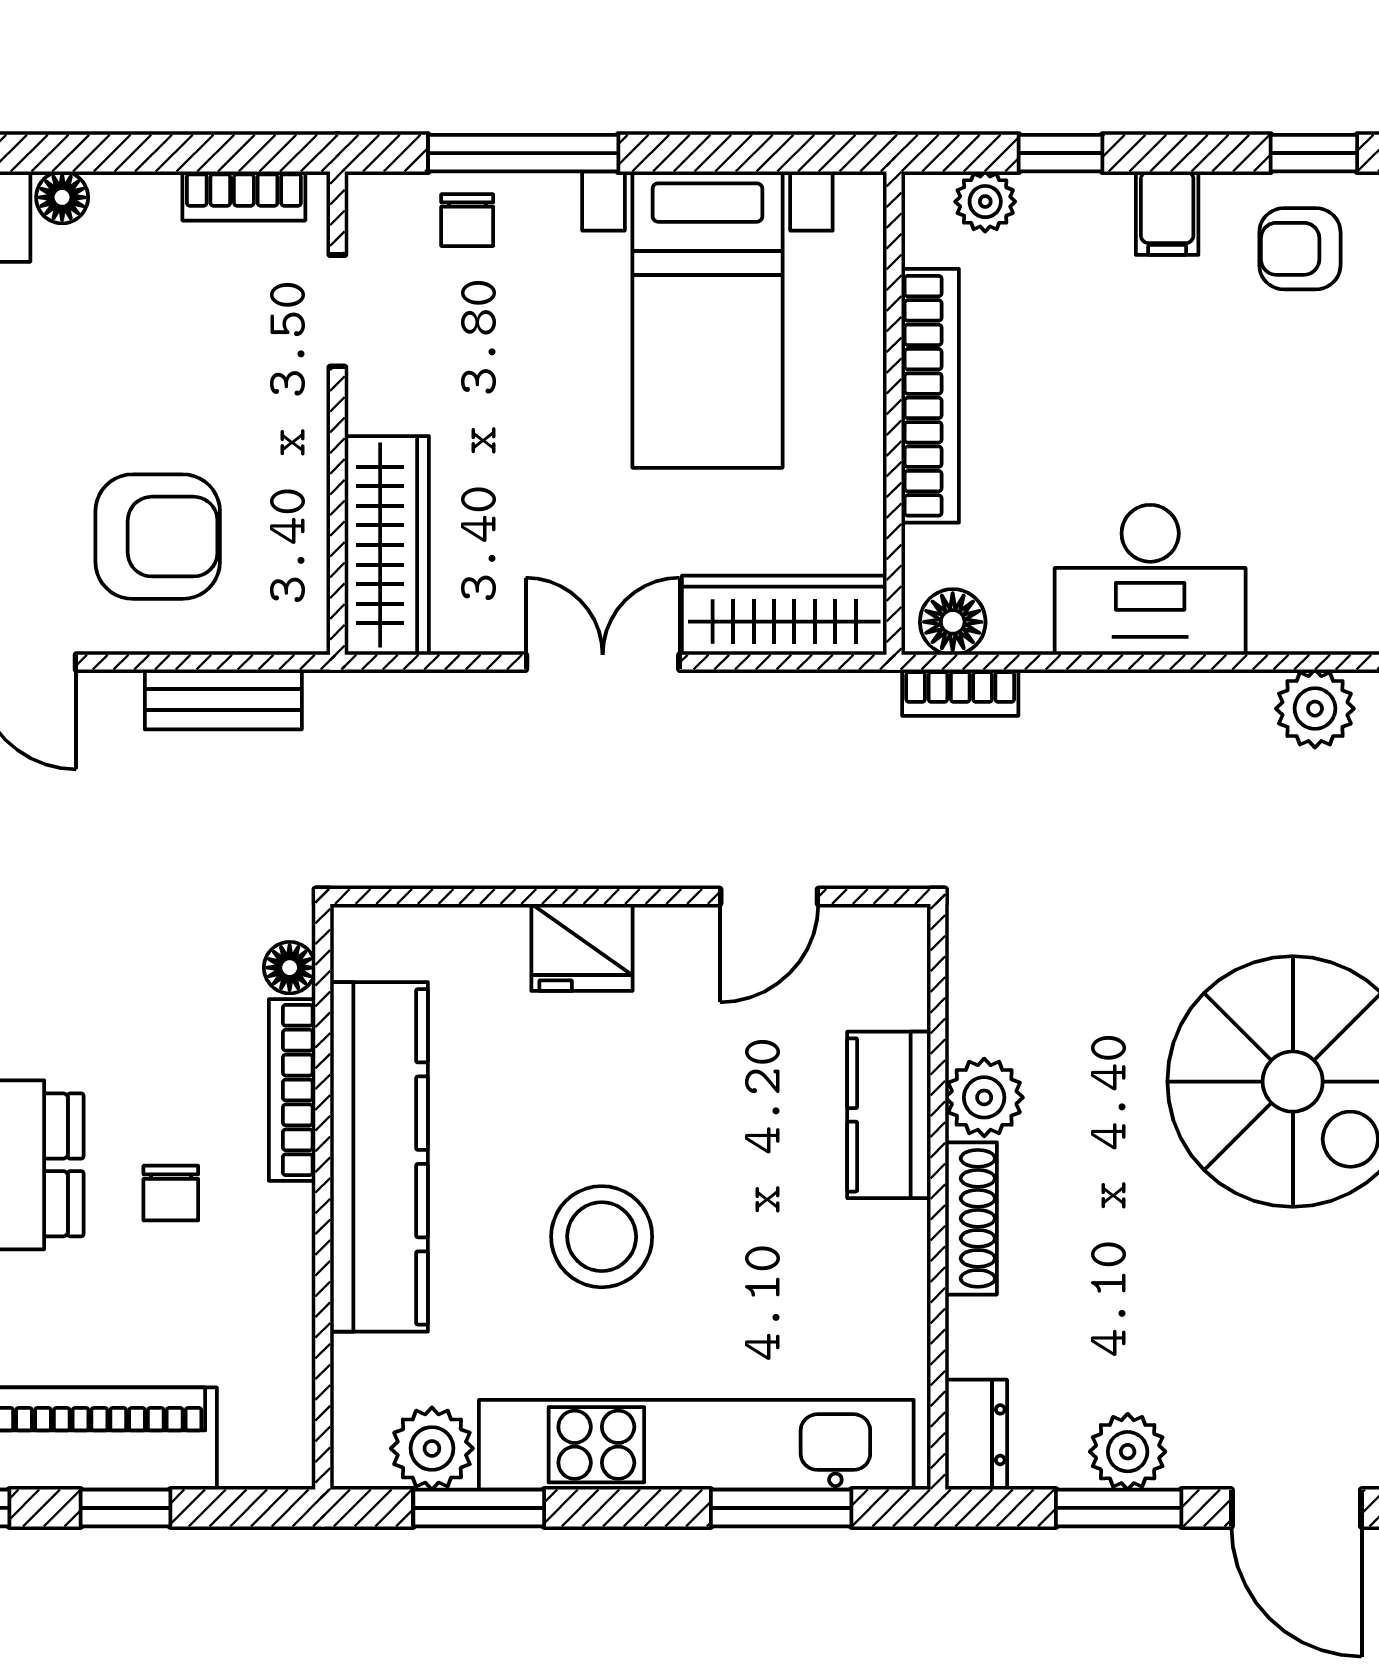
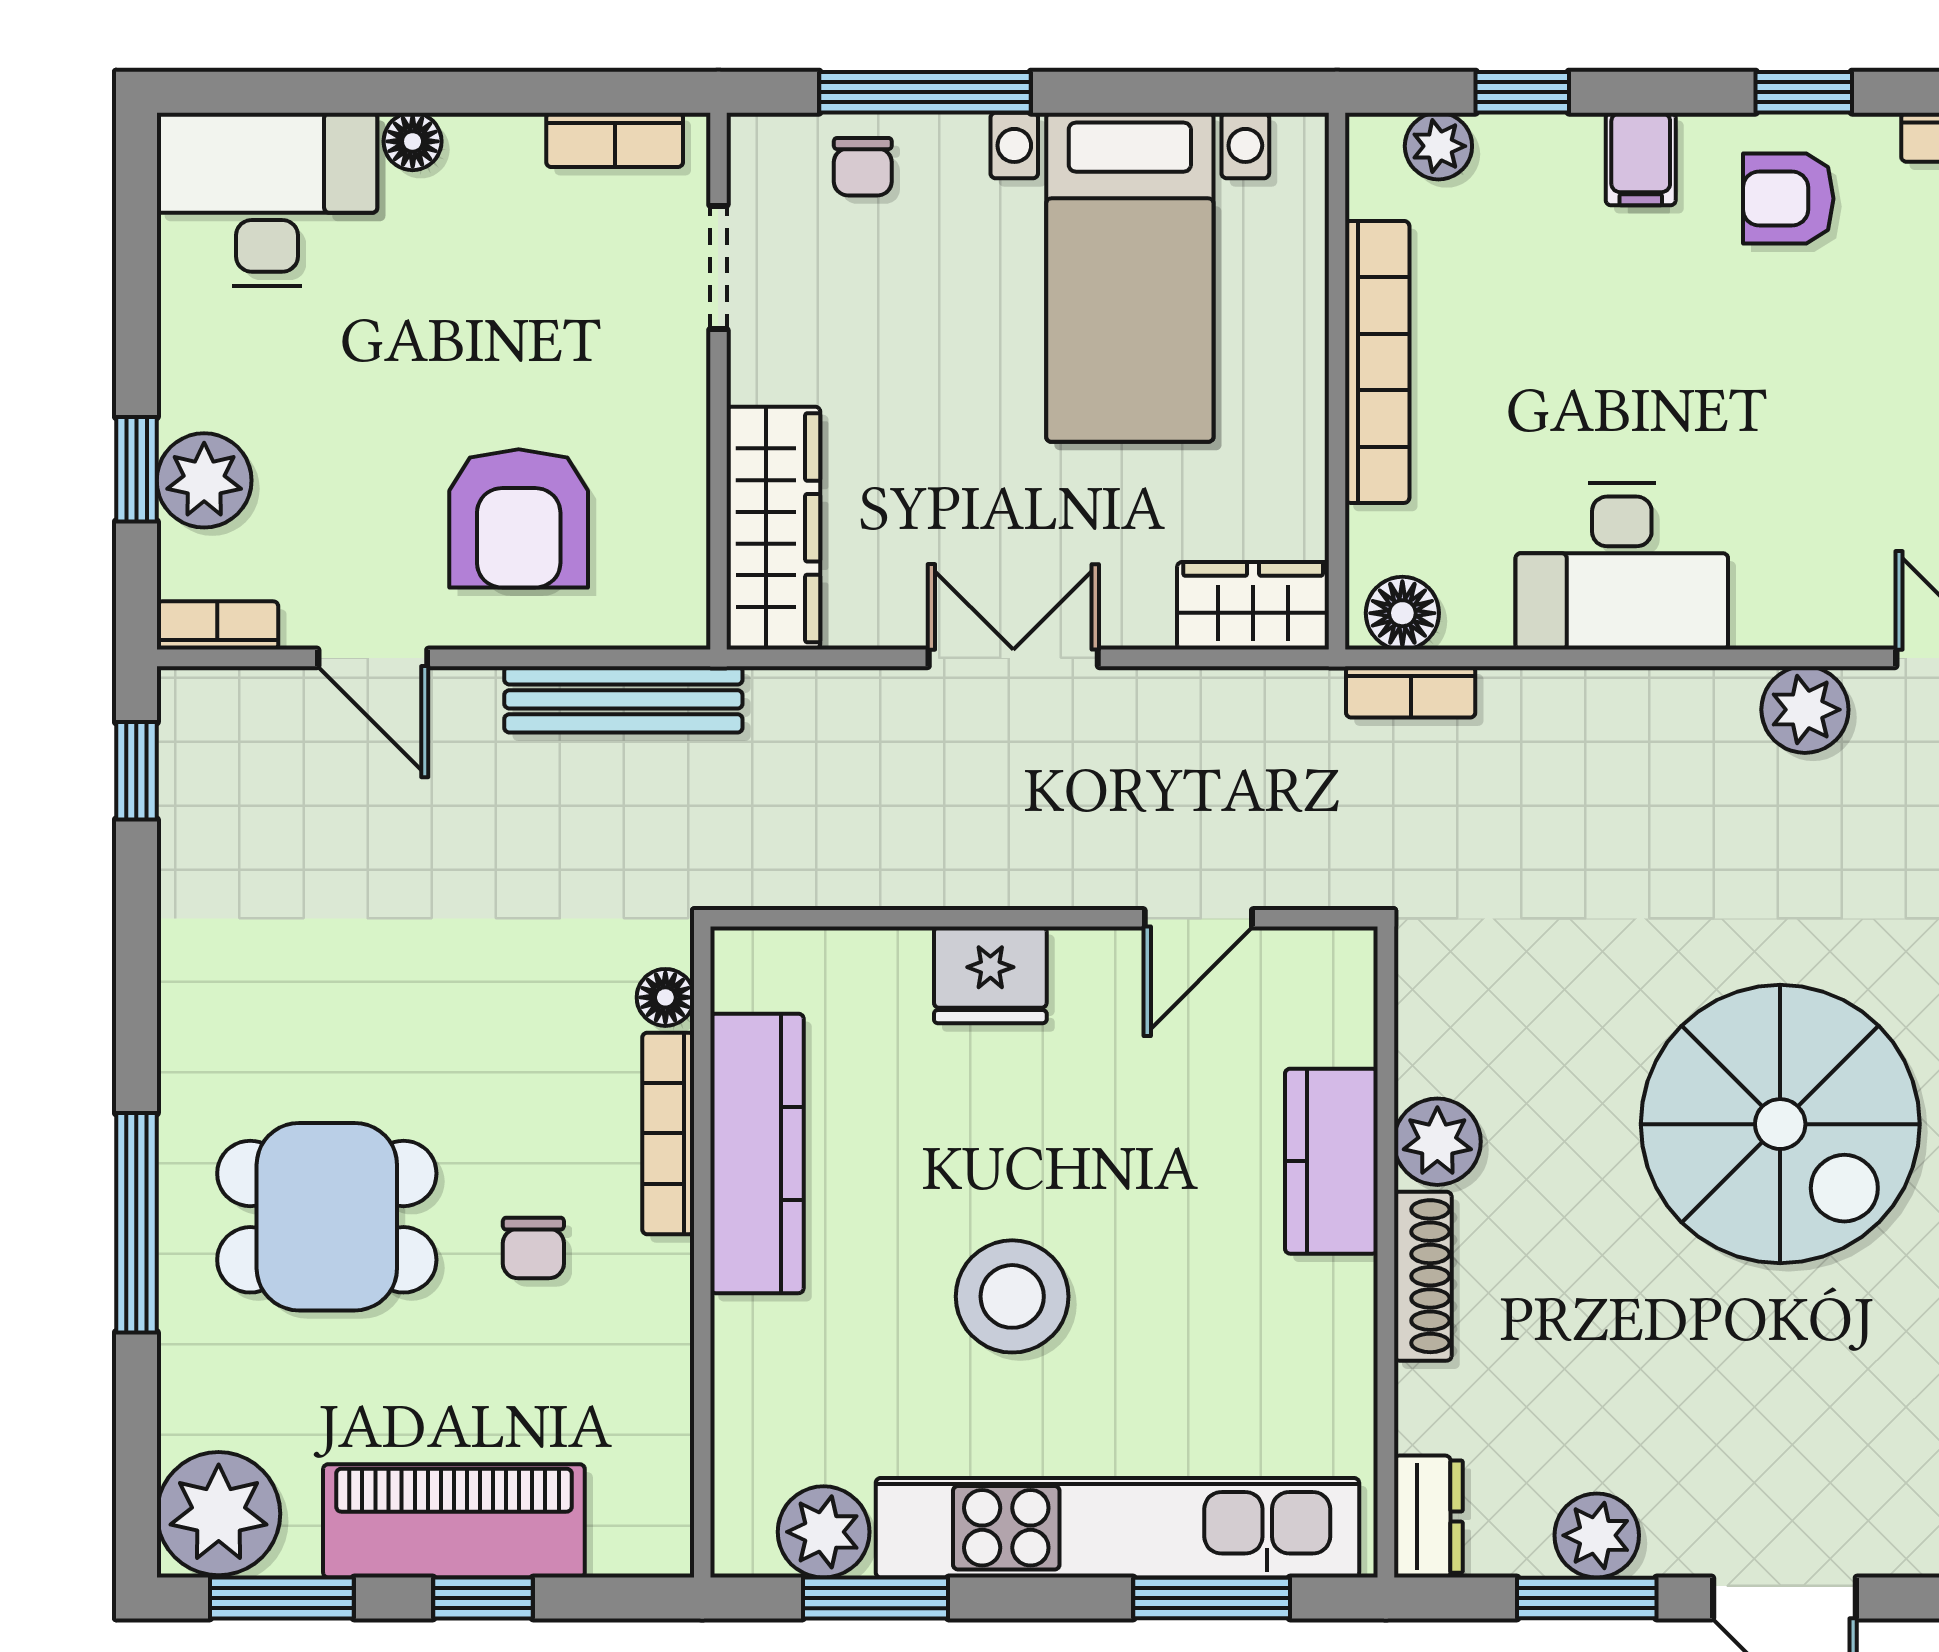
armchair: (158, 537) -> (519, 518), turned 90
wardrobe: (784, 615) -> (1253, 606), width x0.67
bench: (223, 699) -> (623, 699), width x1.36
kitchen counter: (379, 1157) -> (757, 1153), width x0.72, depth x0.86

